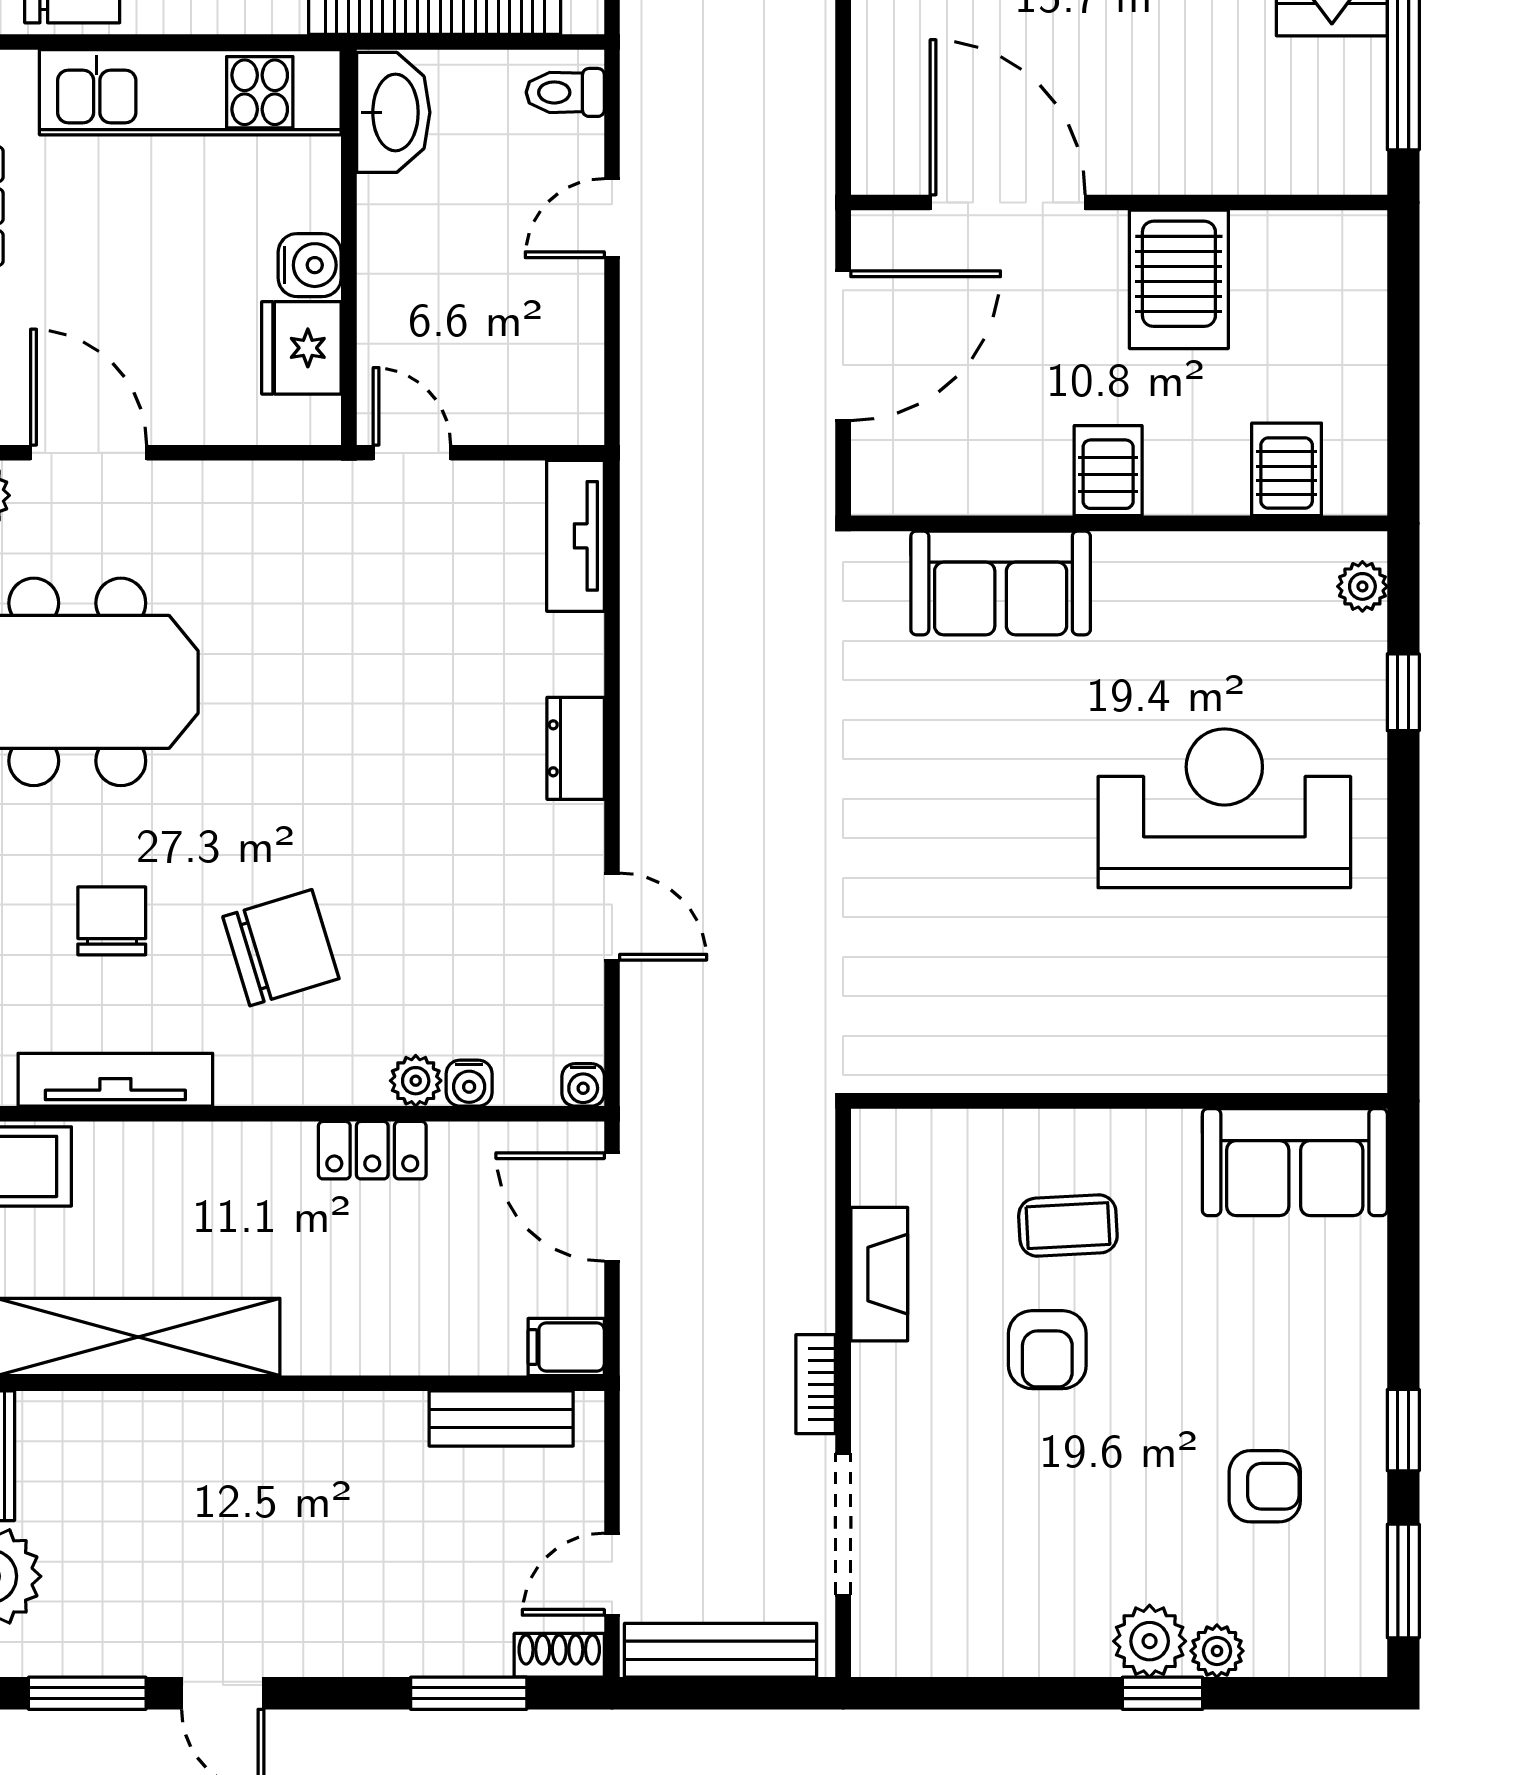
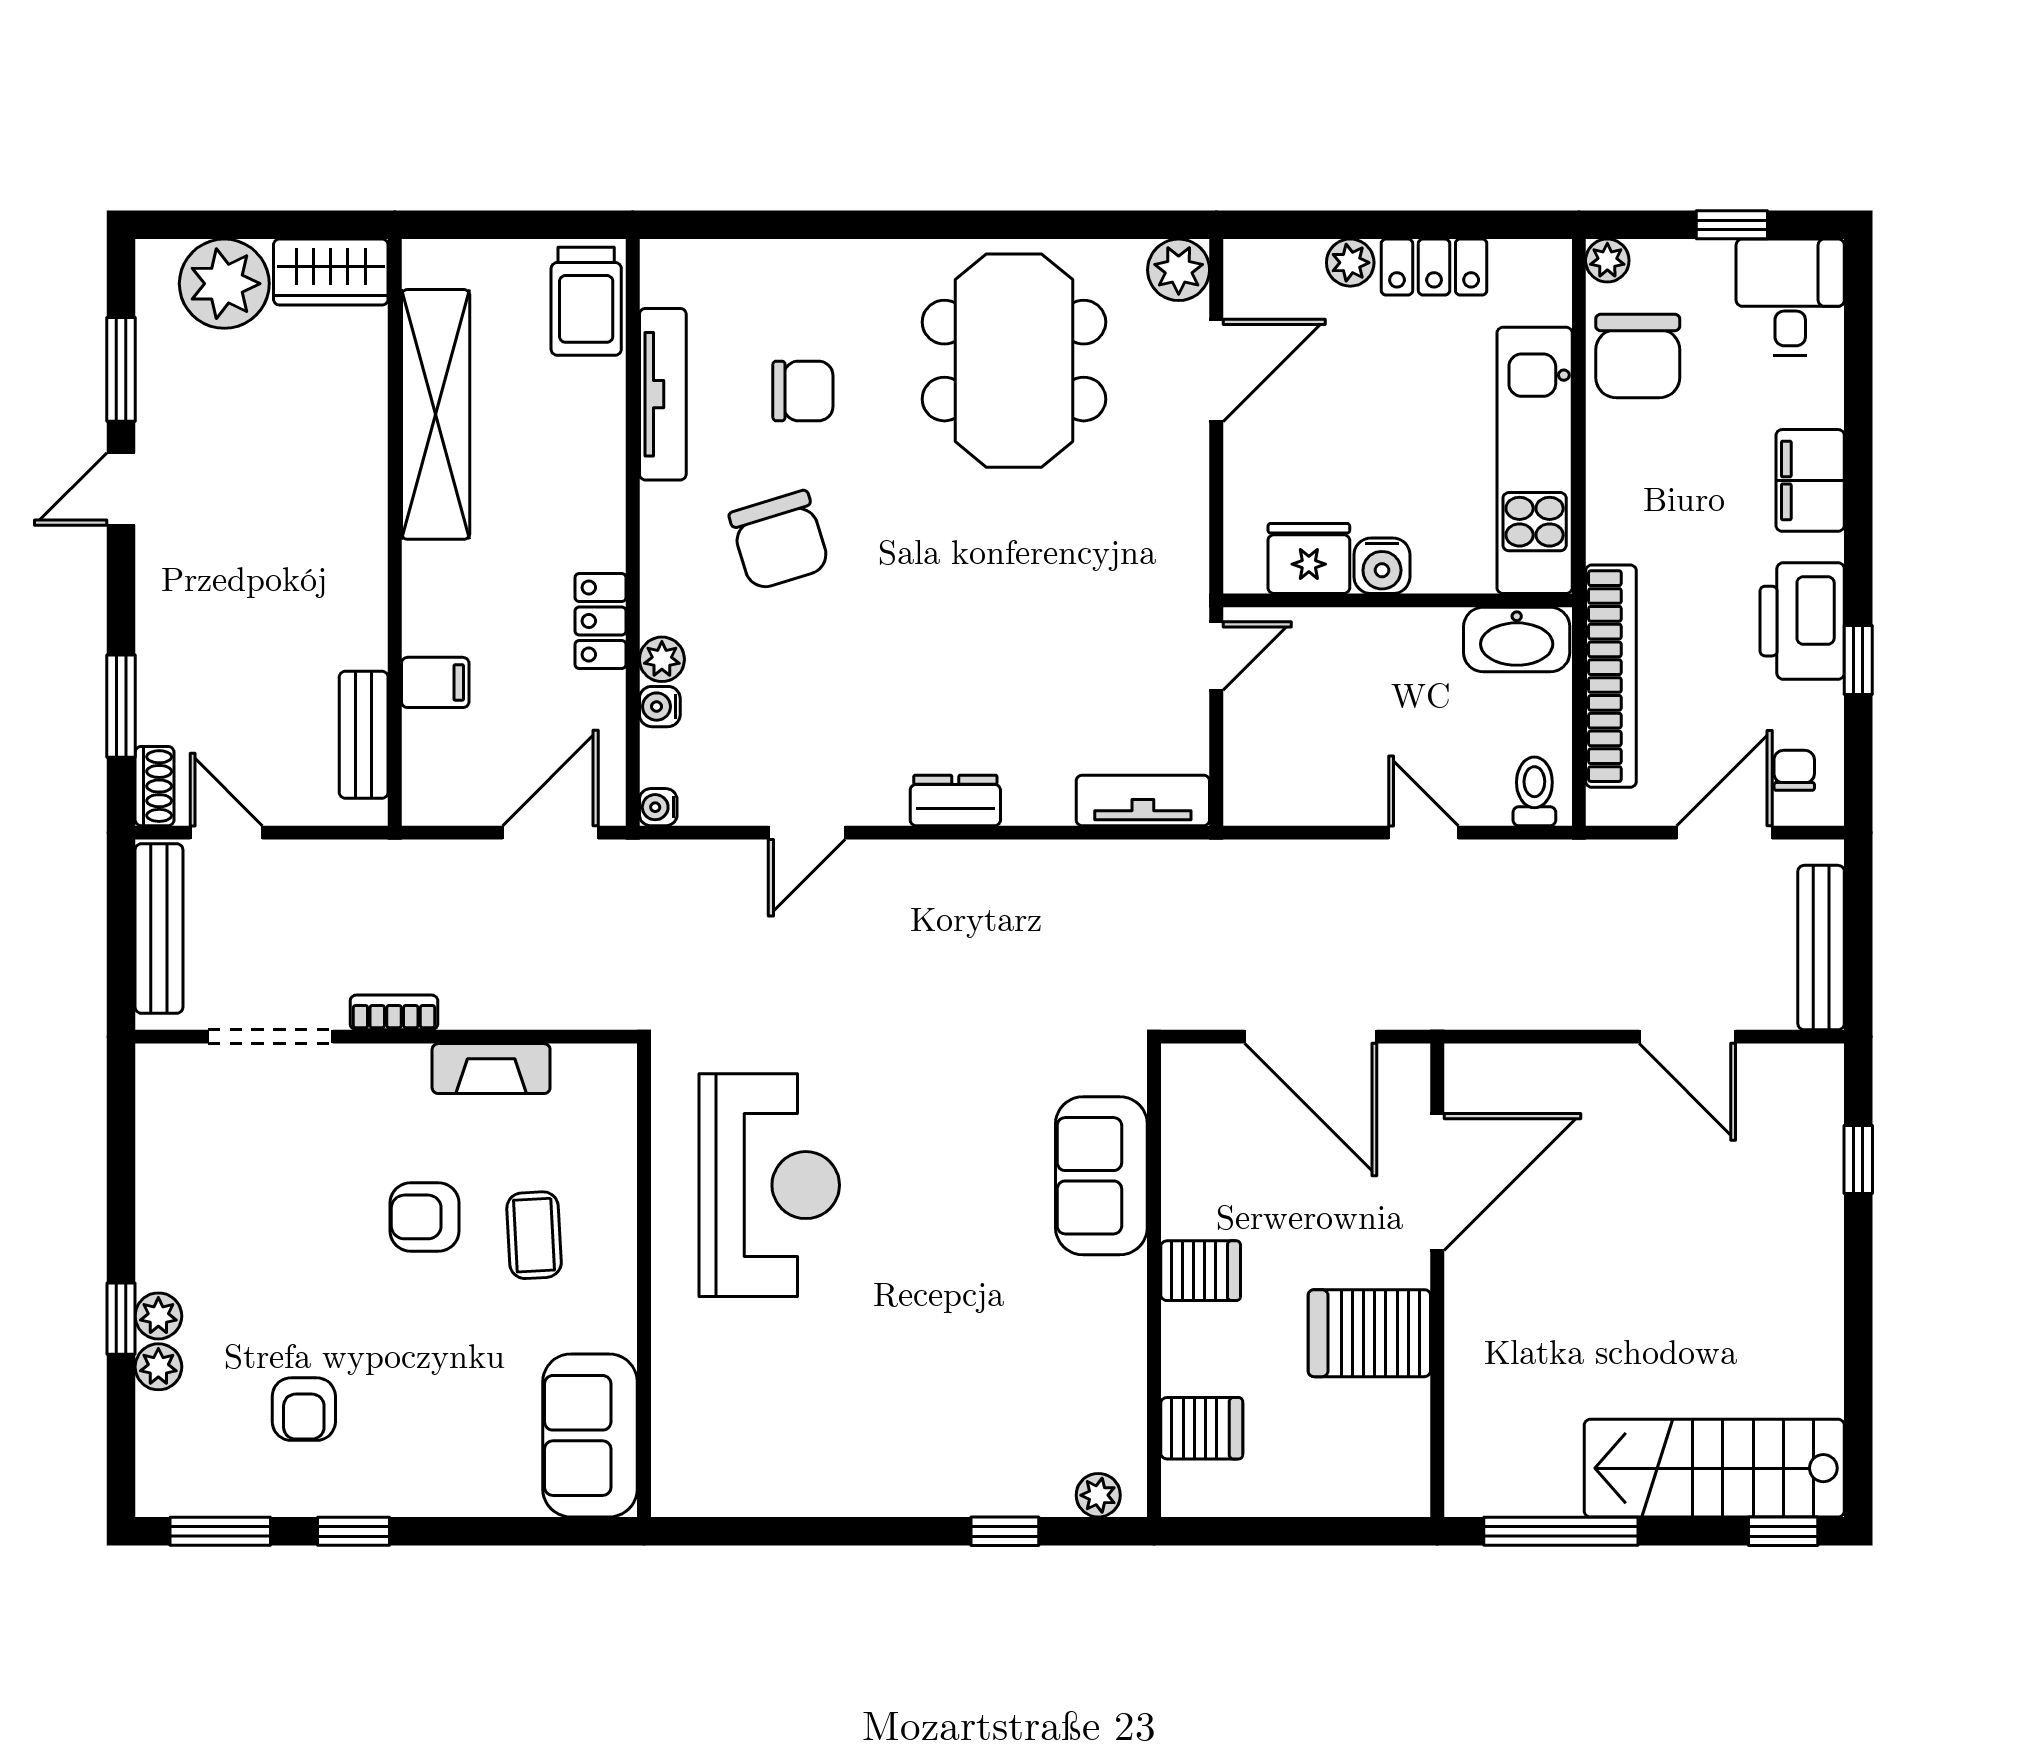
reception desk: (1224, 808) -> (769, 1185), moved
filing cabinet: (566, 1347) -> (435, 682), moved, turned 90
plant: (1150, 1641) -> (158, 1316), width x0.73, depth x0.73

